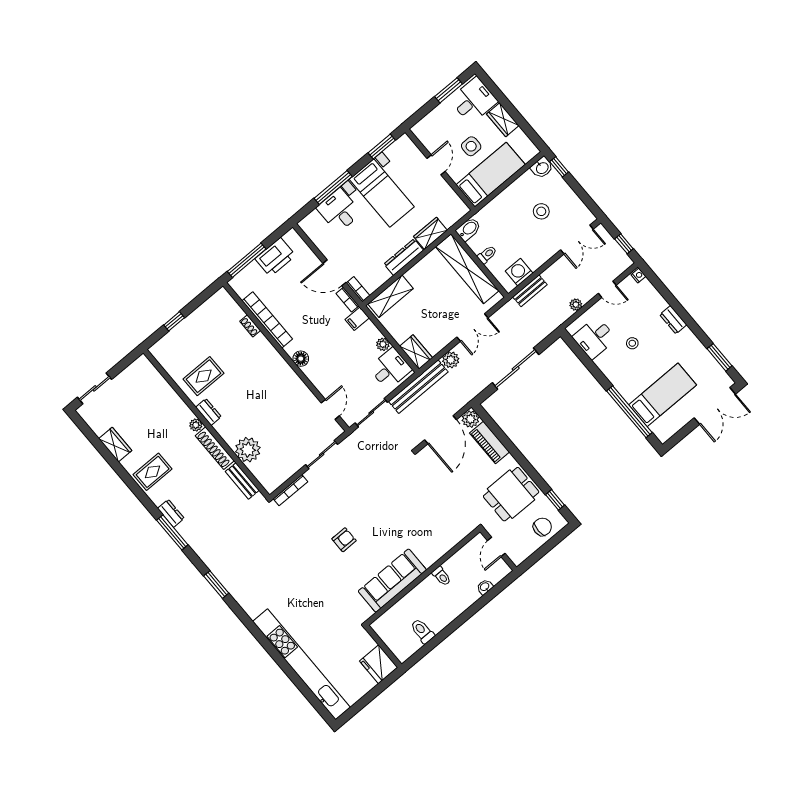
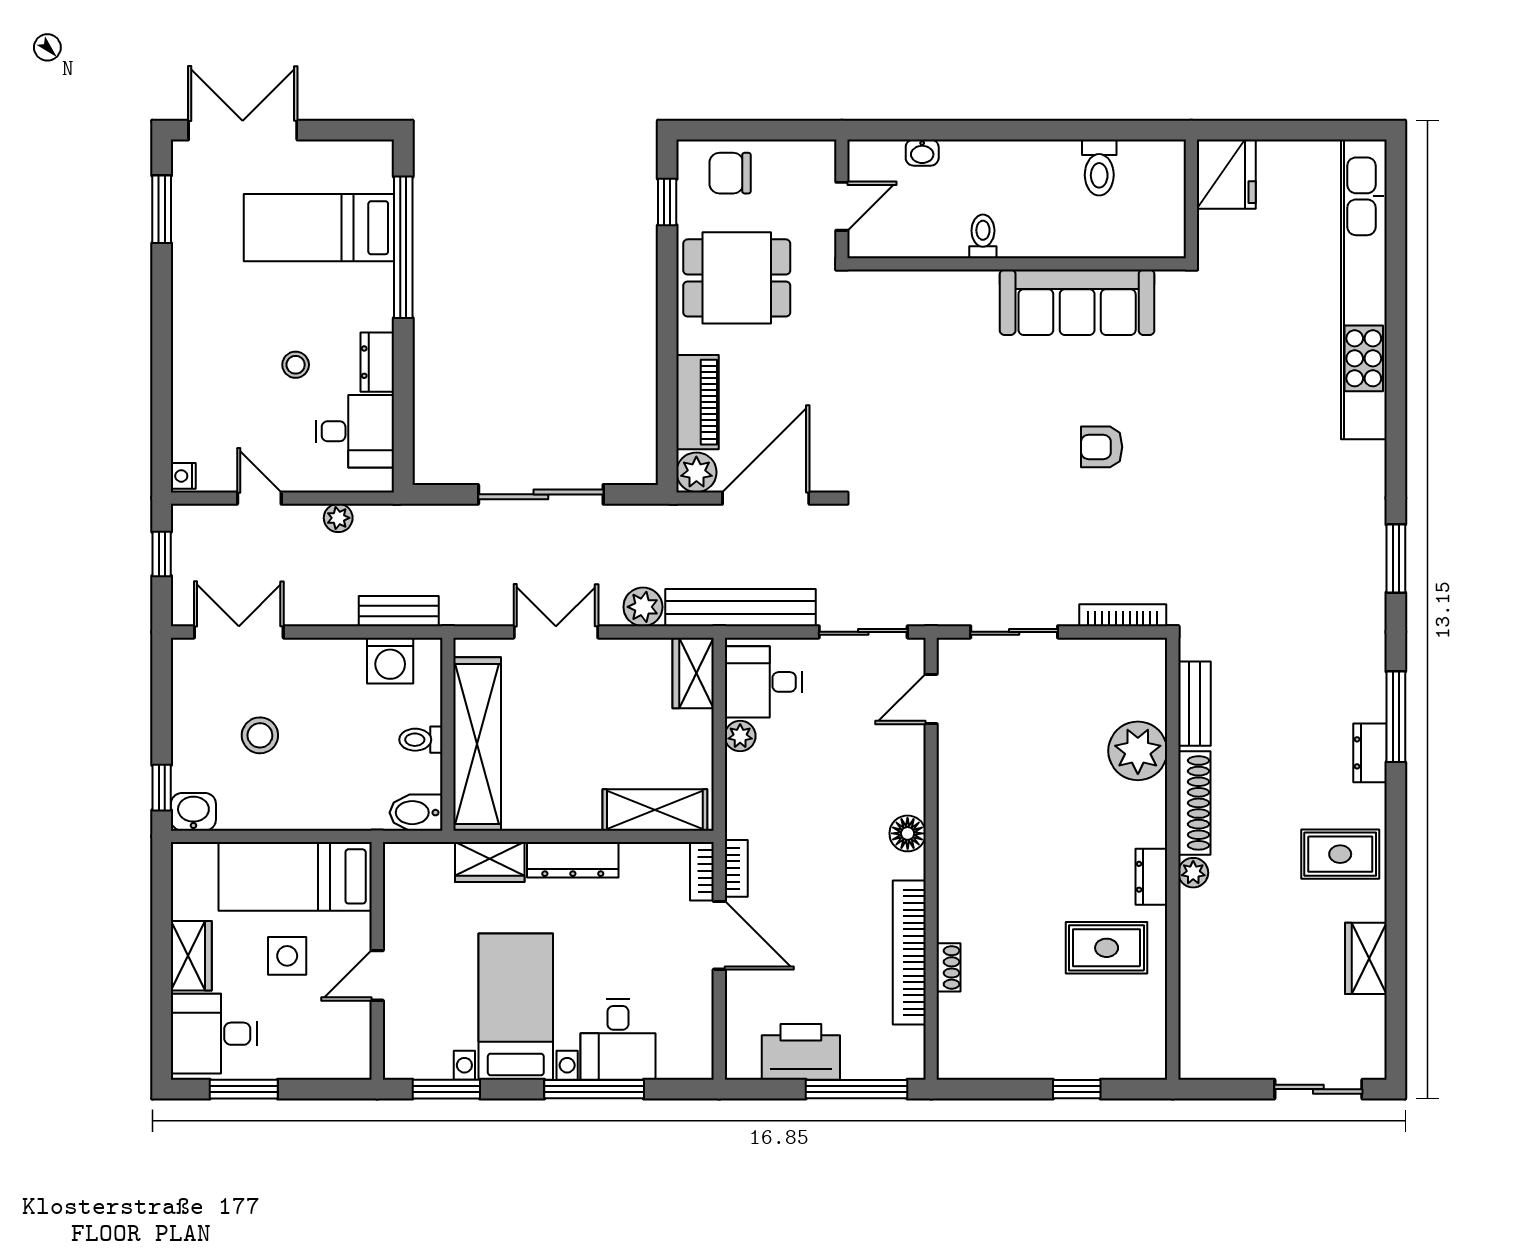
filing cabinet: (357, 319) -> (748, 820), removed
dresser: (673, 320) -> (377, 362), moved, turned 180

